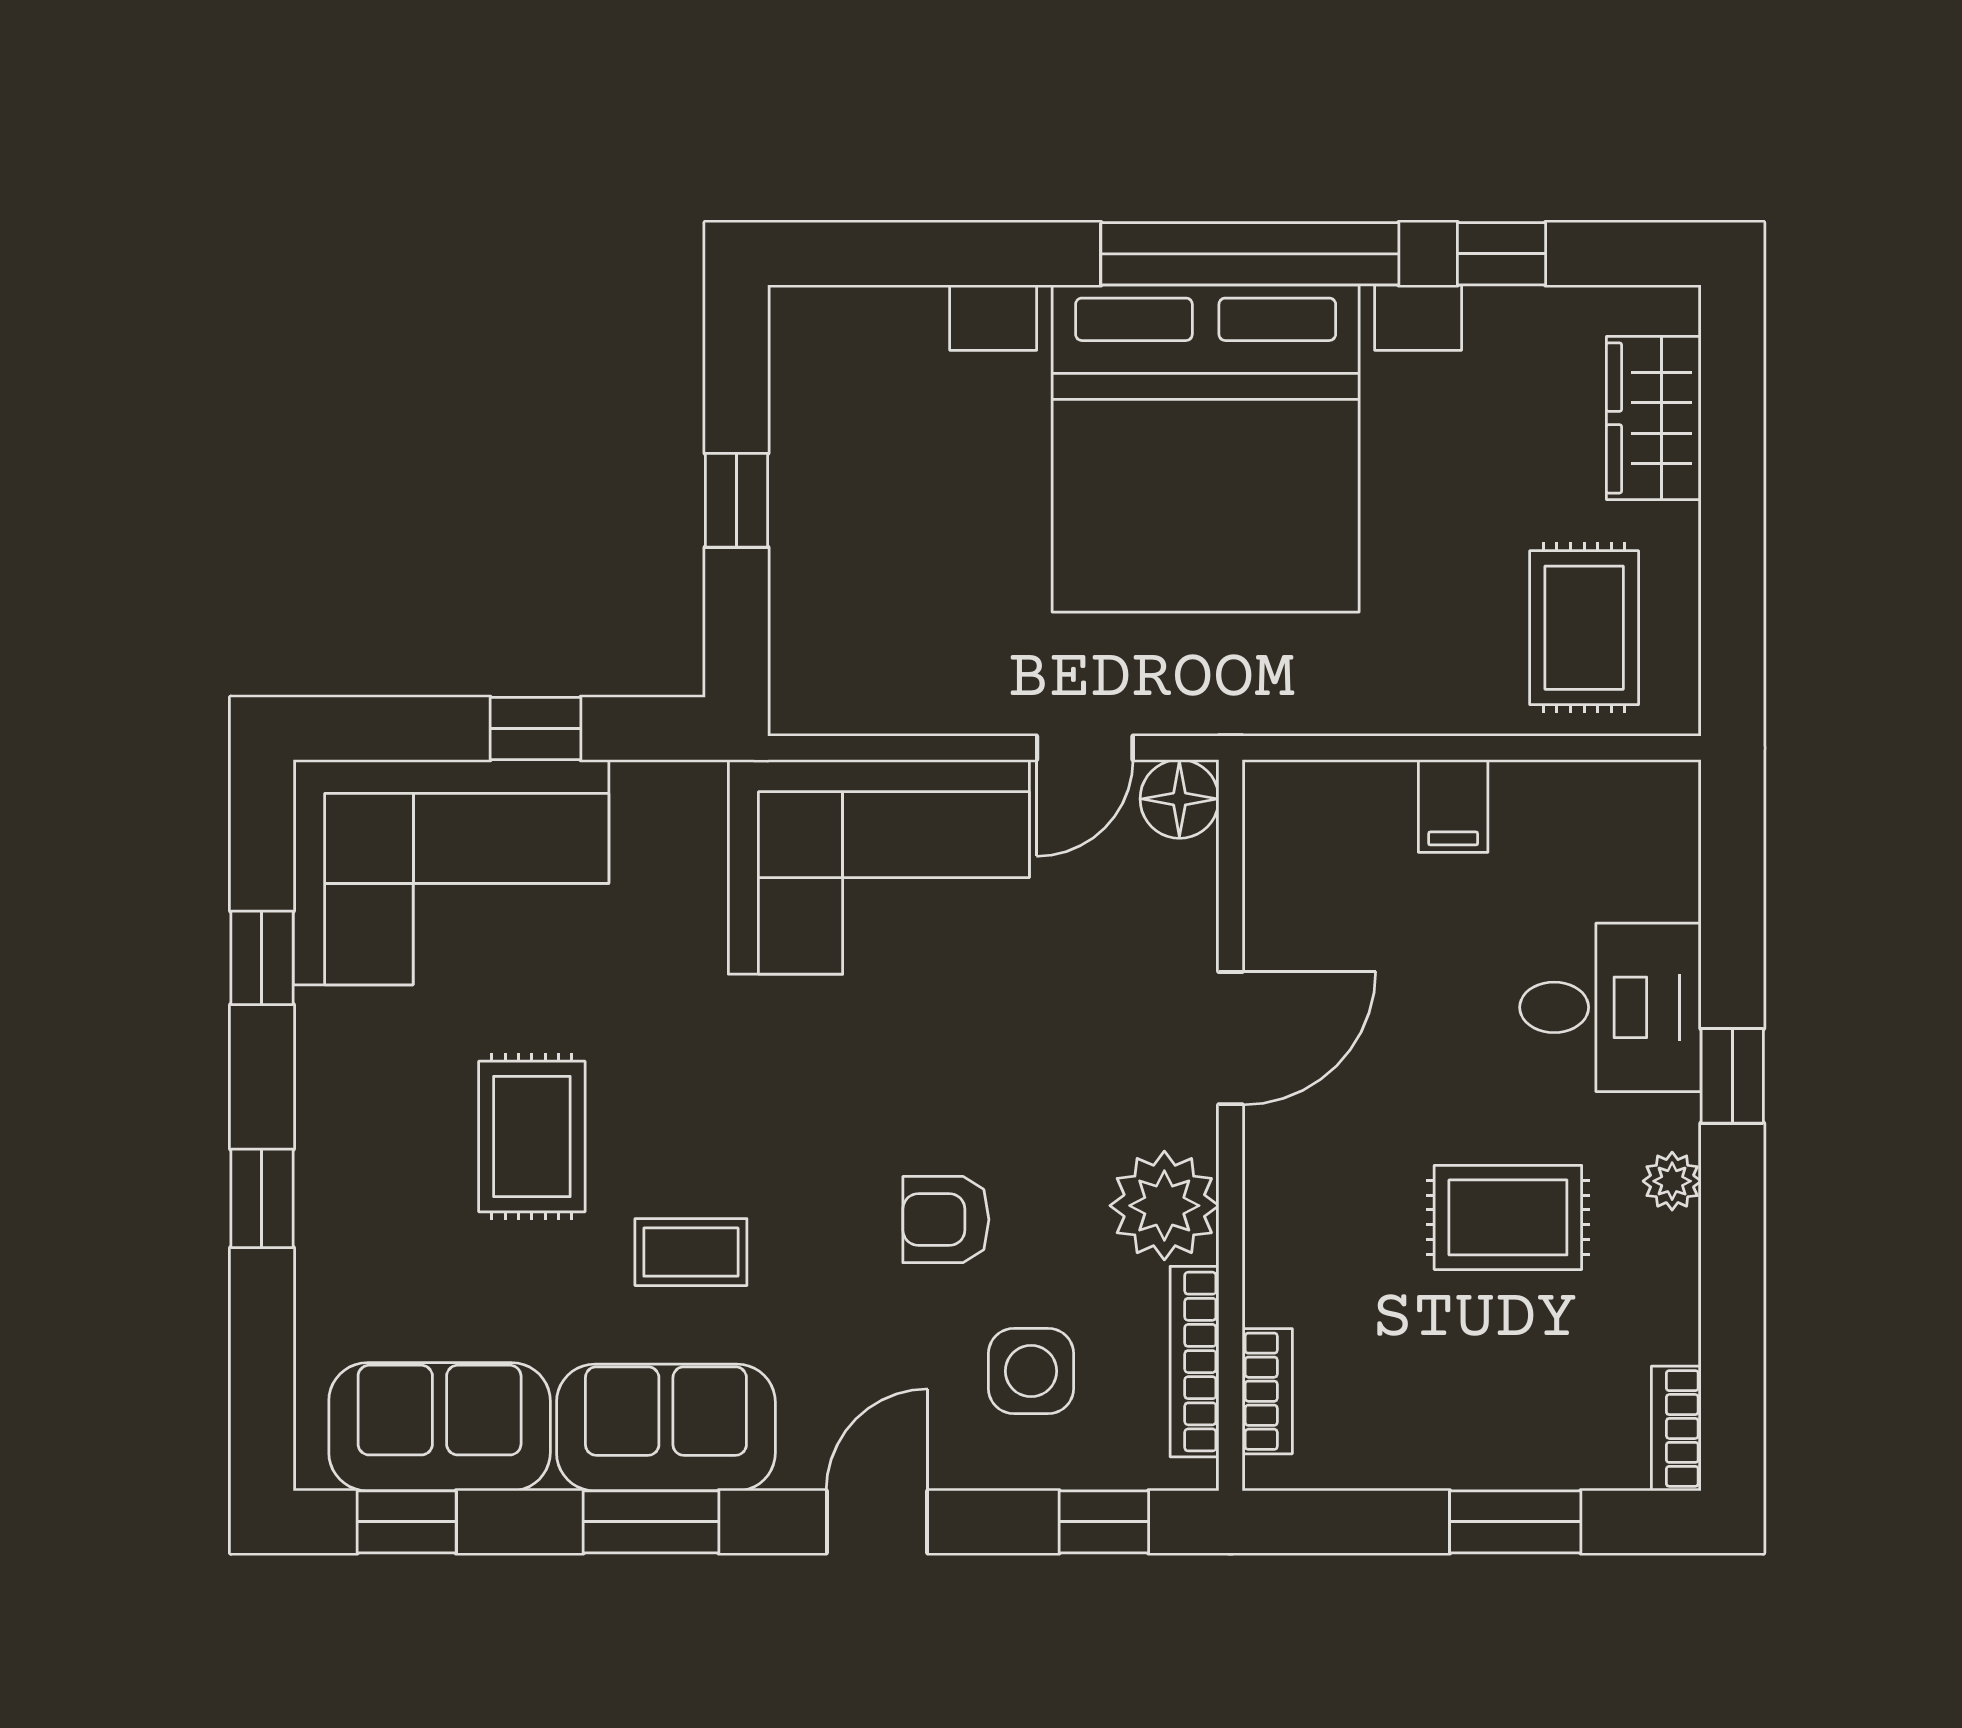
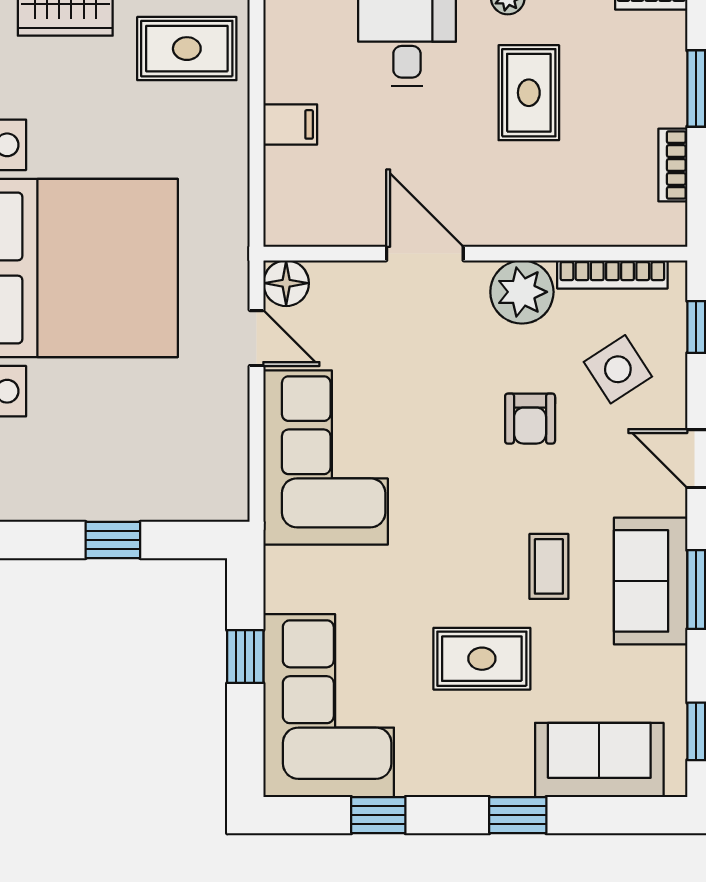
side table: (1031, 1371) -> (618, 369), turned -33
bookcase: (1267, 1391) -> (673, 165), moved, turned -90
sofa: (440, 1427) -> (599, 760), moved, turned 90

